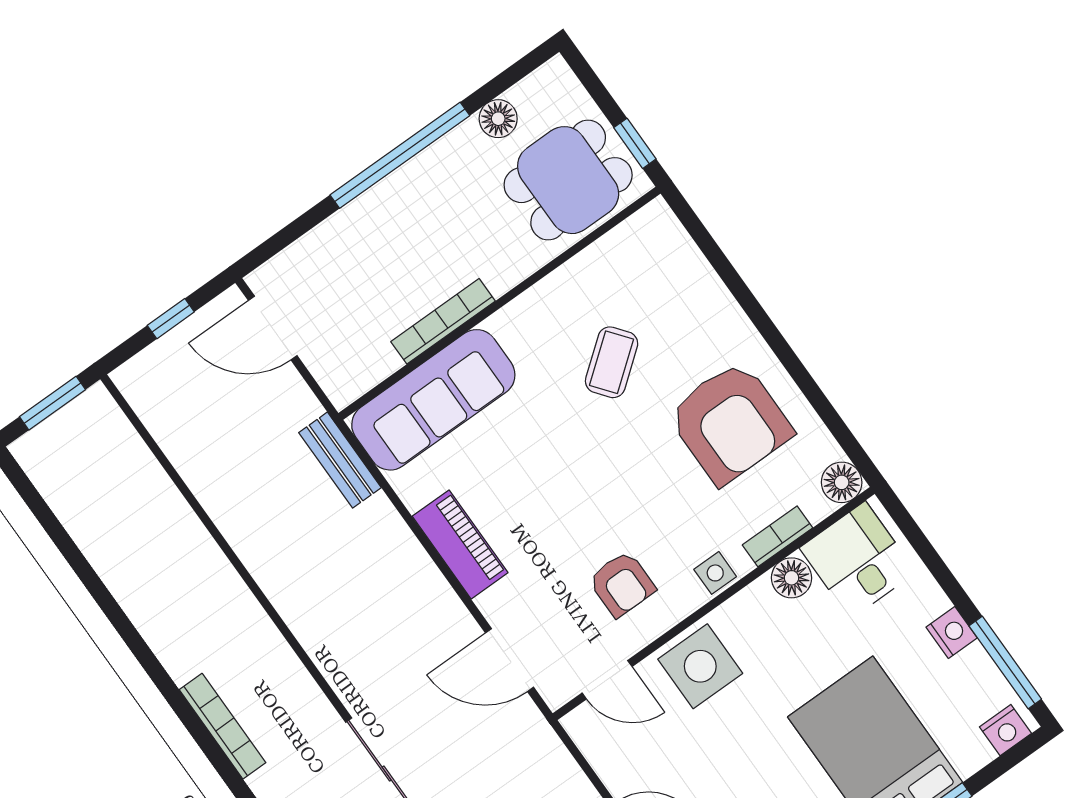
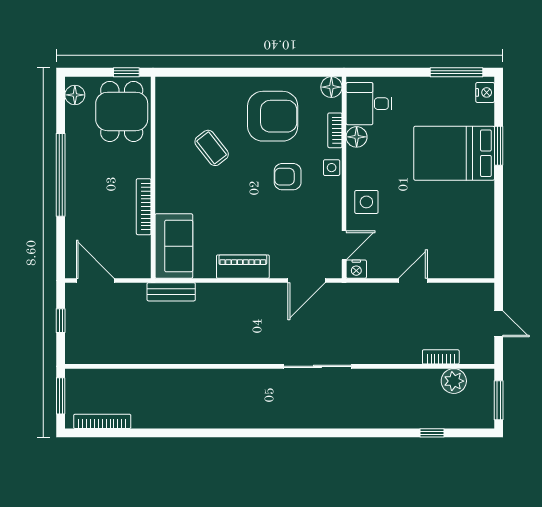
floor lamp: (498, 119) -> (75, 95), moved
door: (273, 328) -> (95, 281), swing flipped
sofa: (433, 400) -> (174, 246), width x0.73
armchair: (622, 584) -> (288, 177), moved, turned 180
nightstand: (952, 632) -> (356, 269), moved, turned 180
side table: (700, 666) -> (366, 202), width x0.73, depth x0.73
bookcase: (223, 726) -> (102, 421), moved

